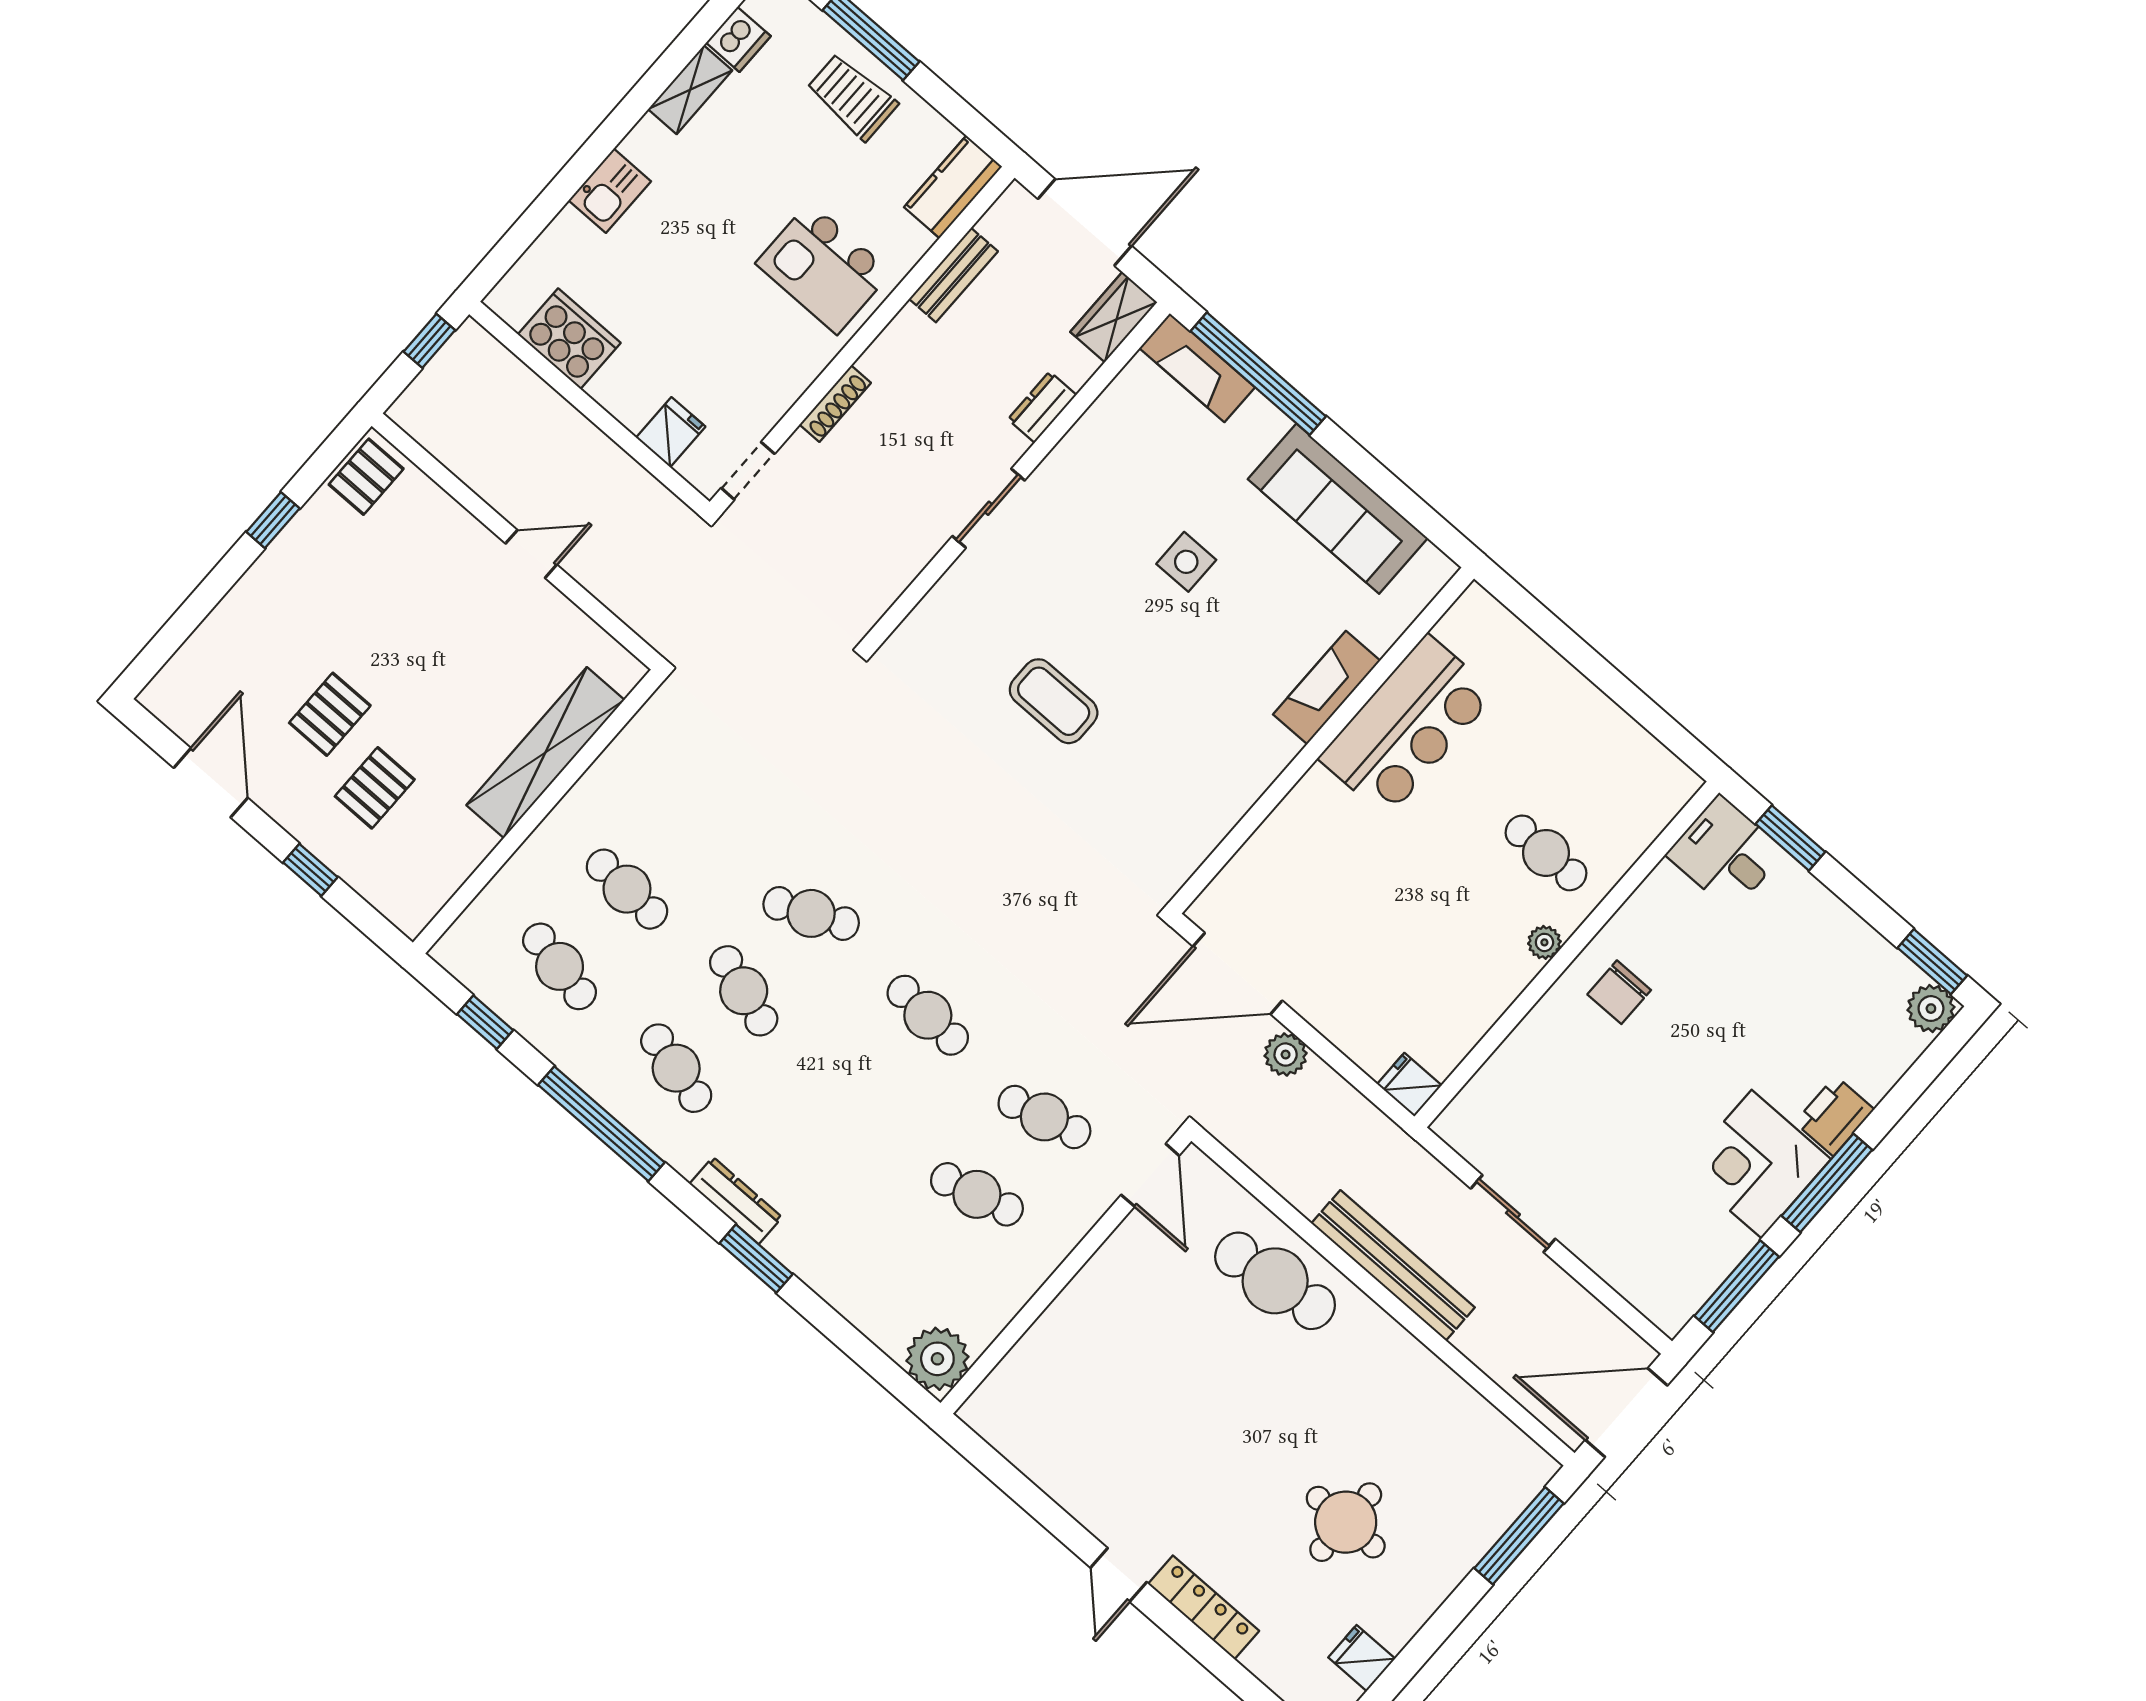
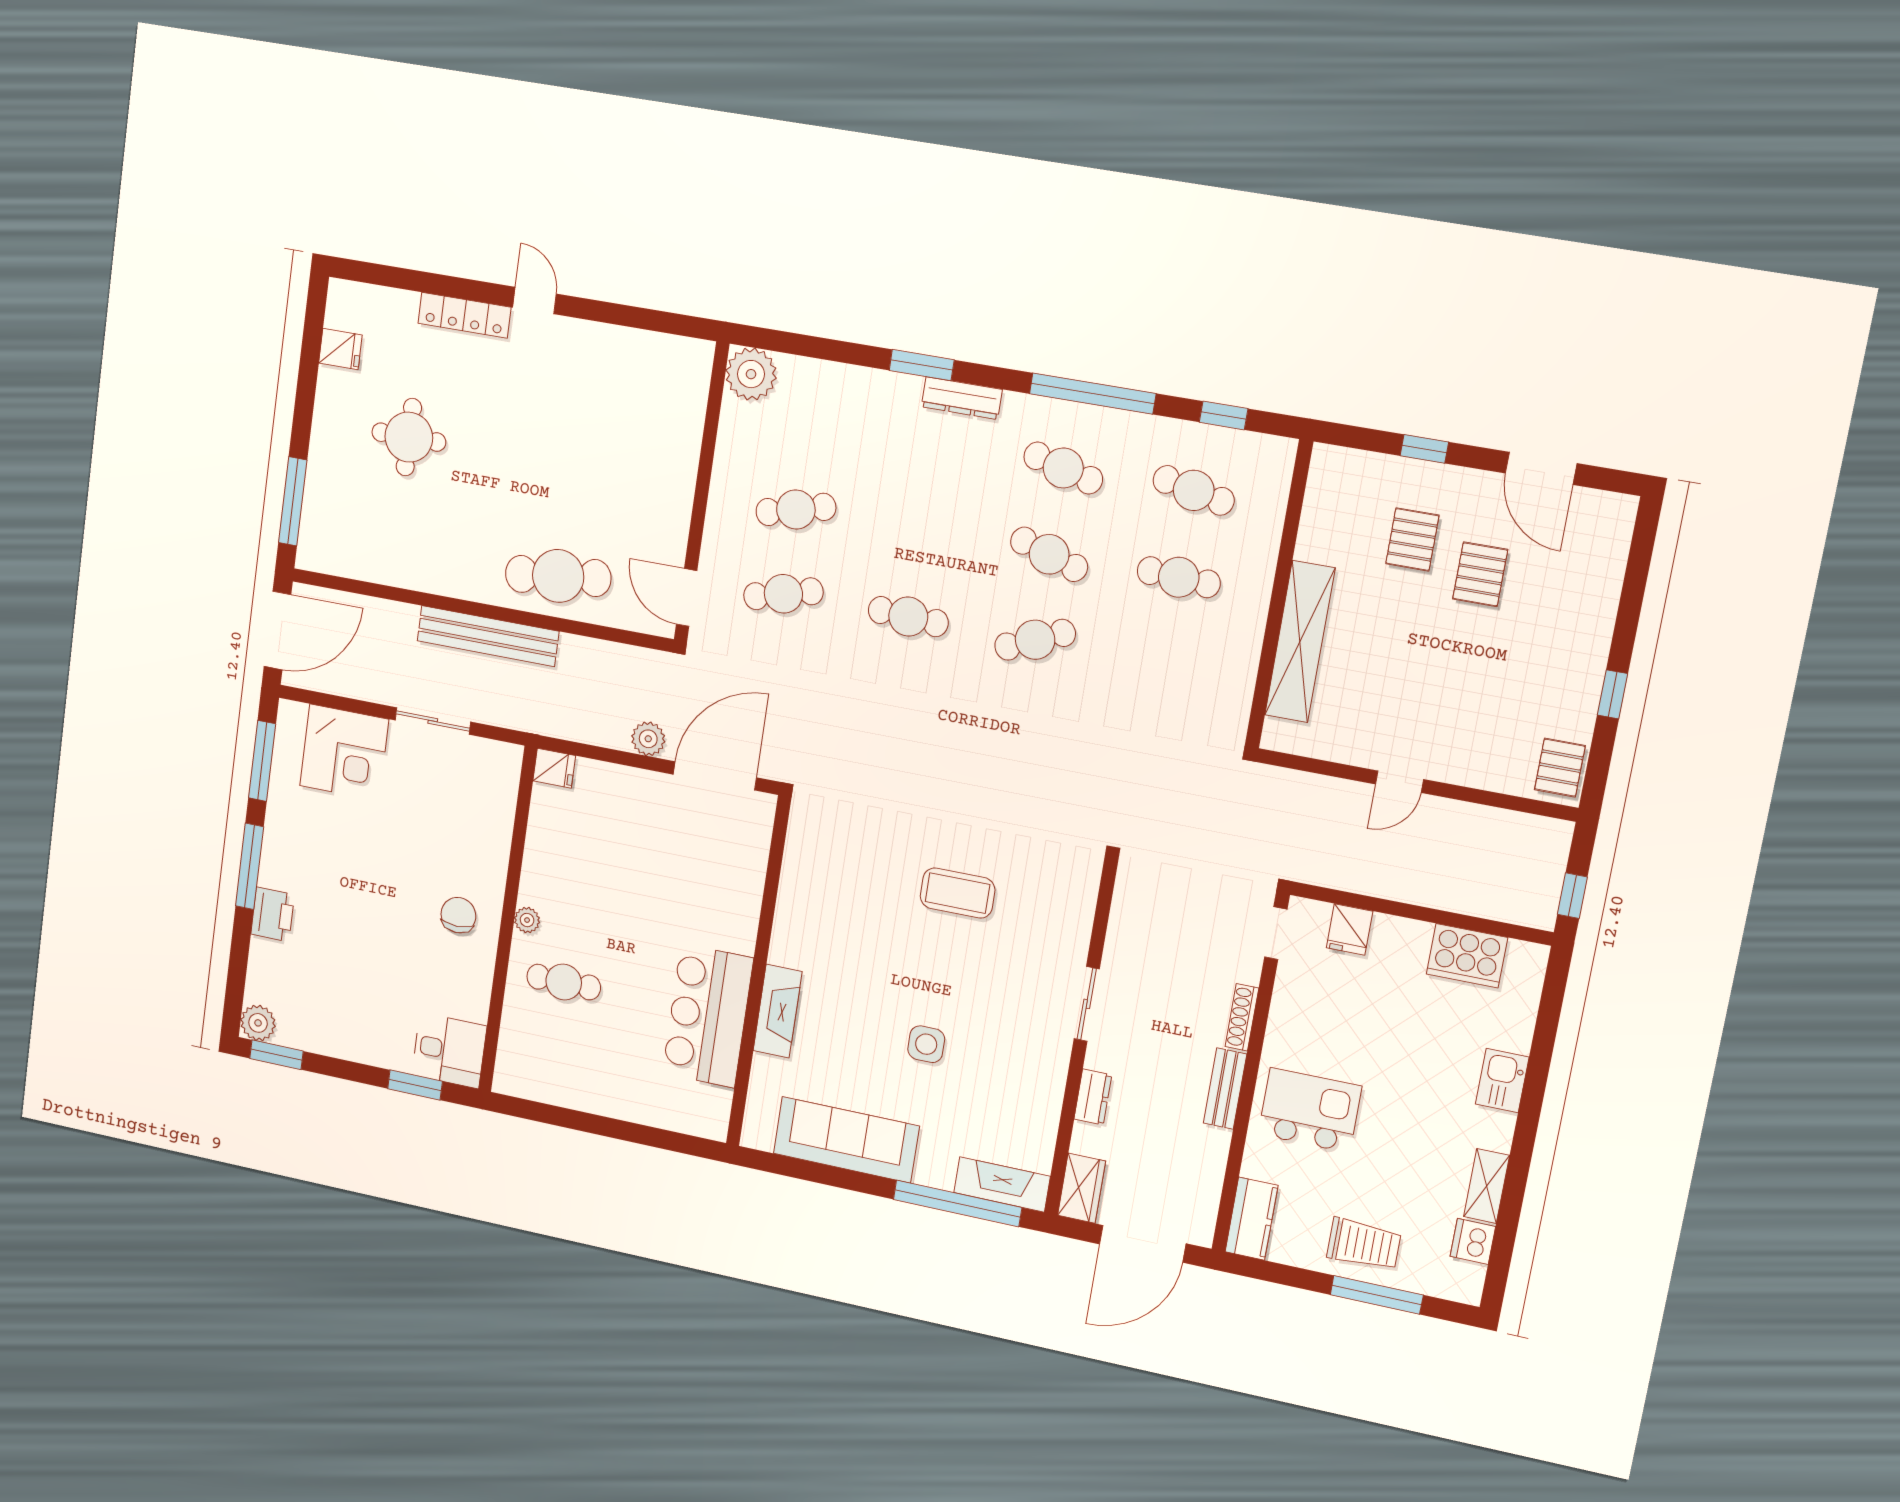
bench: (953, 275) -> (1225, 1089), moved
corner desk: (1757, 1164) -> (344, 752), moved, turned 90

